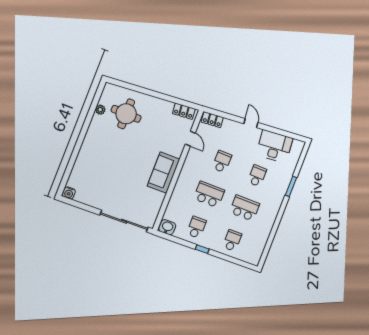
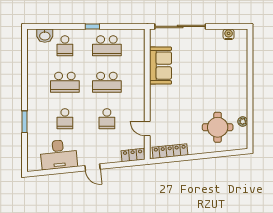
locker: (184, 111) -> (170, 151), width x1.53
sofa: (164, 173) -> (161, 66), moved
water cooler: (69, 193) -> (229, 34), moved
washbasin: (167, 227) -> (45, 36), moved
school desk: (196, 227) -> (107, 46), width x1.85

